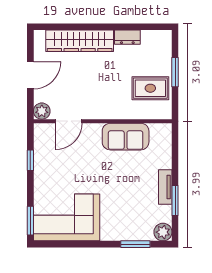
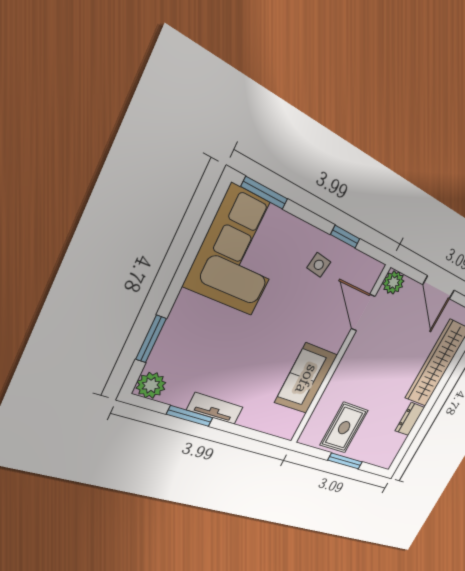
side table: (53, 168) -> (319, 265), added

